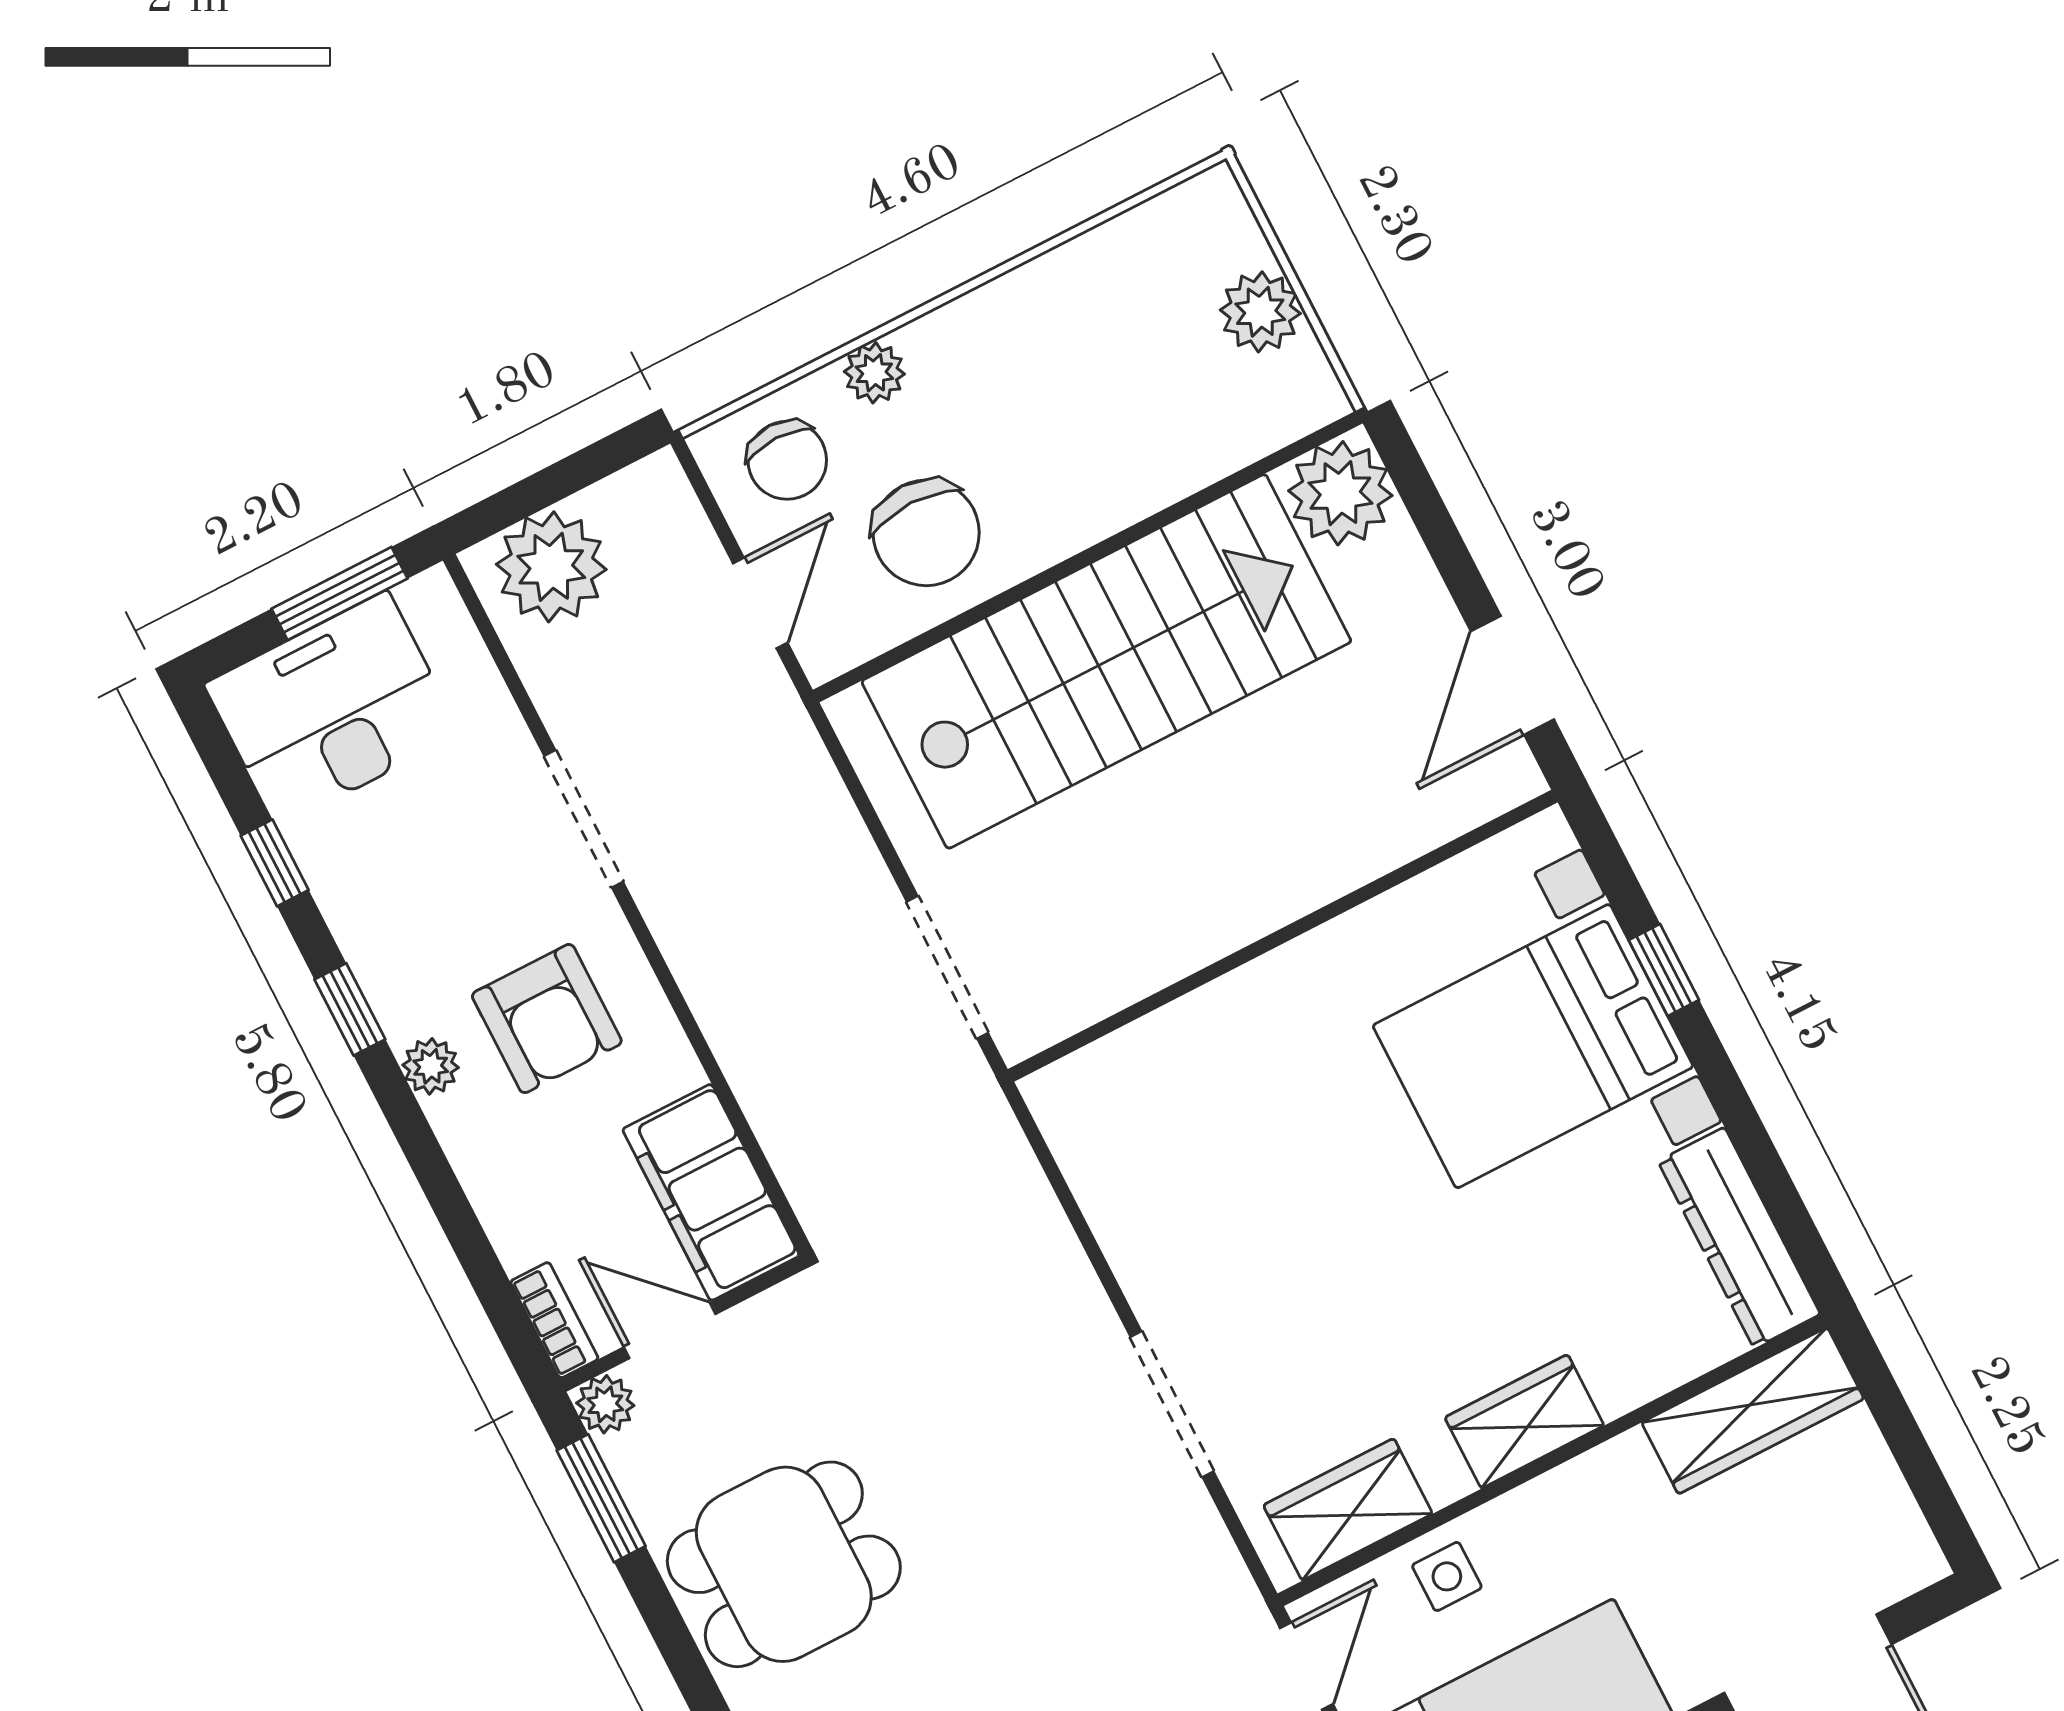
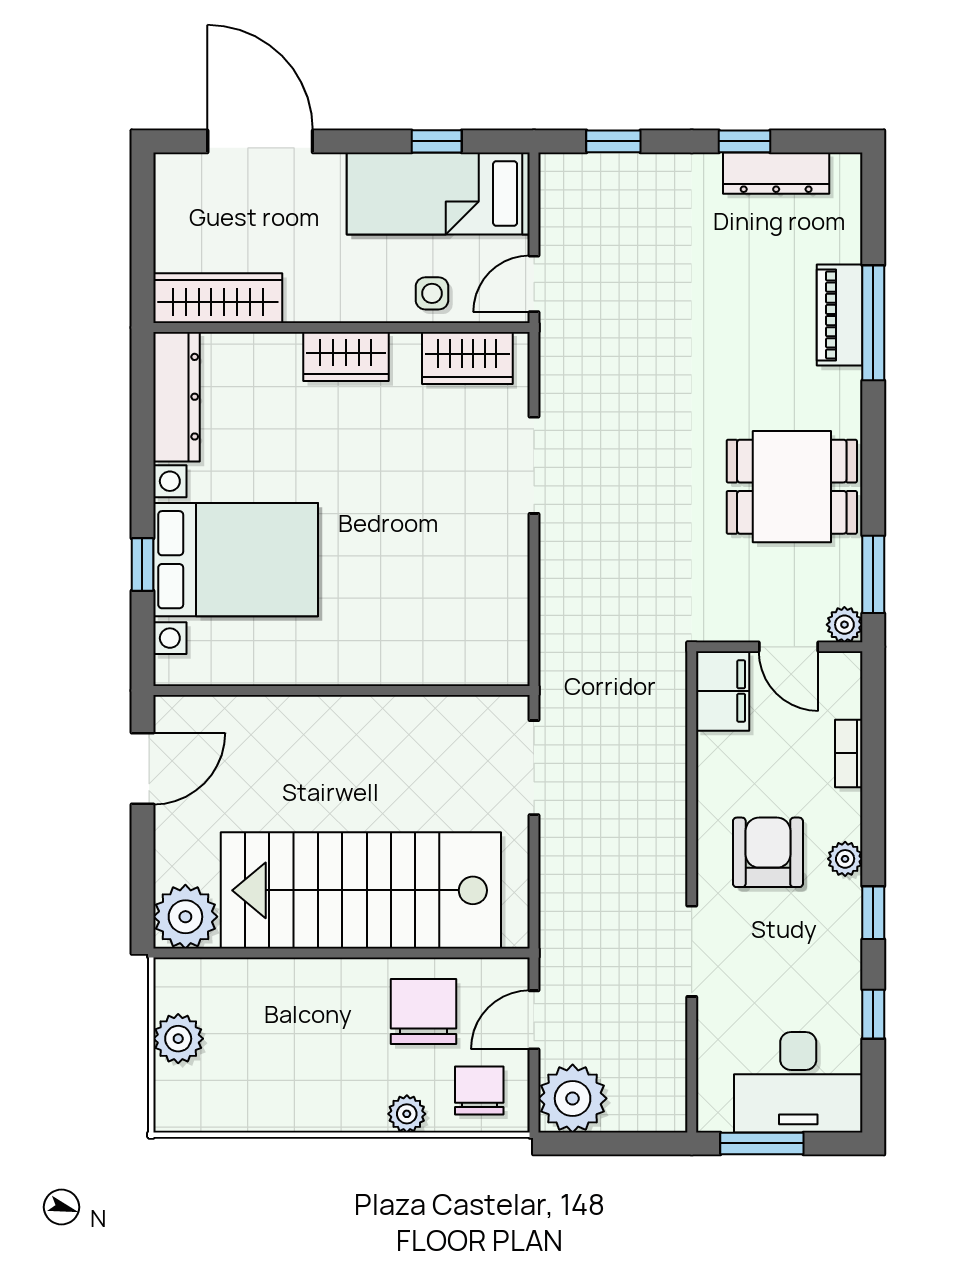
plant: (551, 567) -> (573, 1098), moved
filing cabinet: (711, 1192) -> (723, 691), width x0.67, depth x0.86
bookcase: (554, 1320) -> (849, 753), moved

